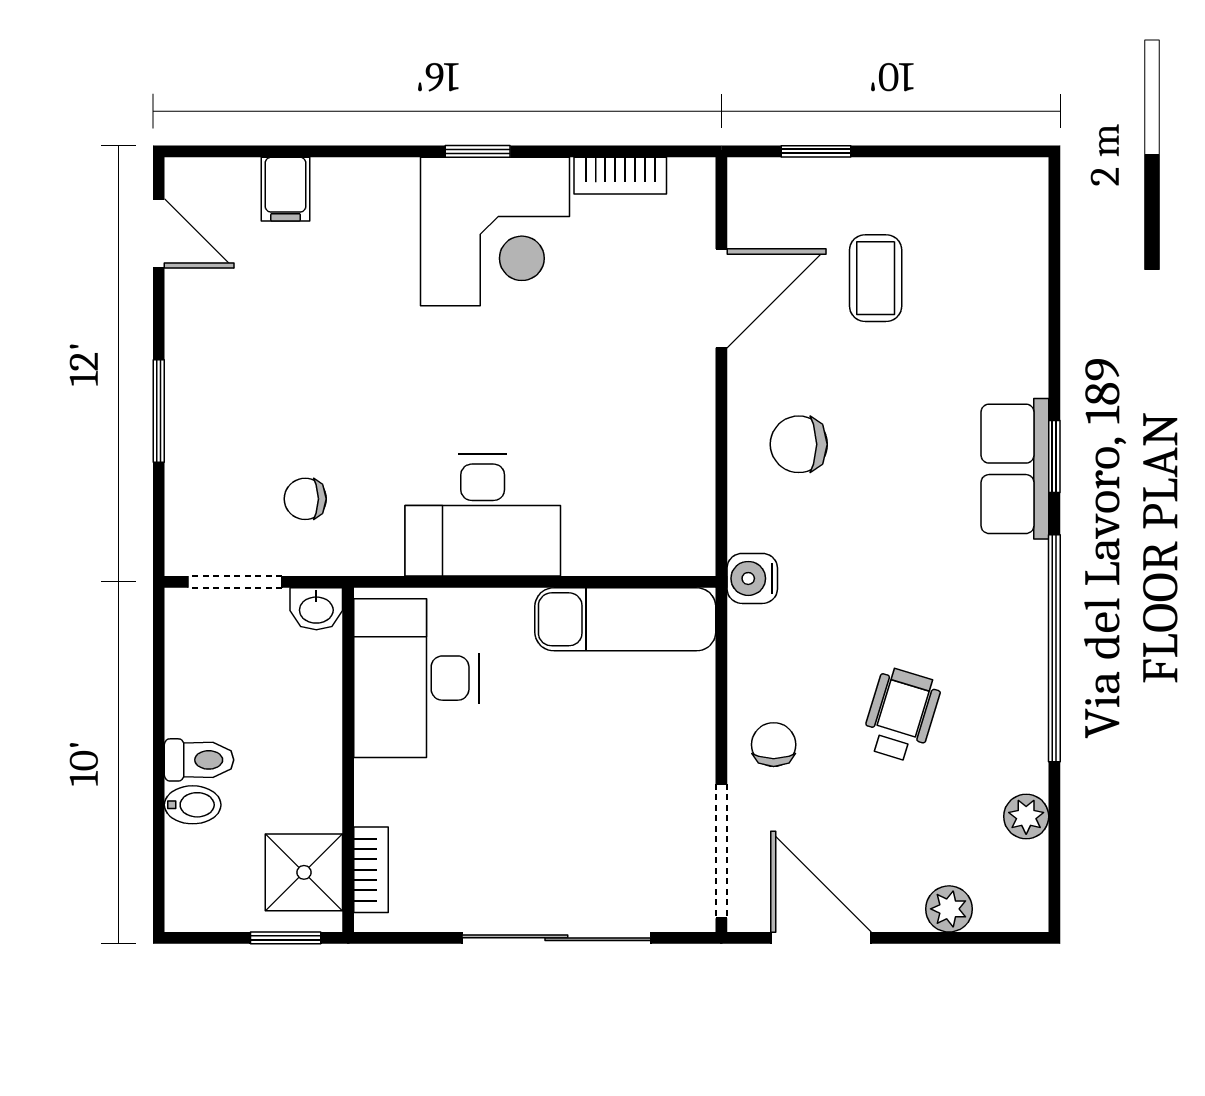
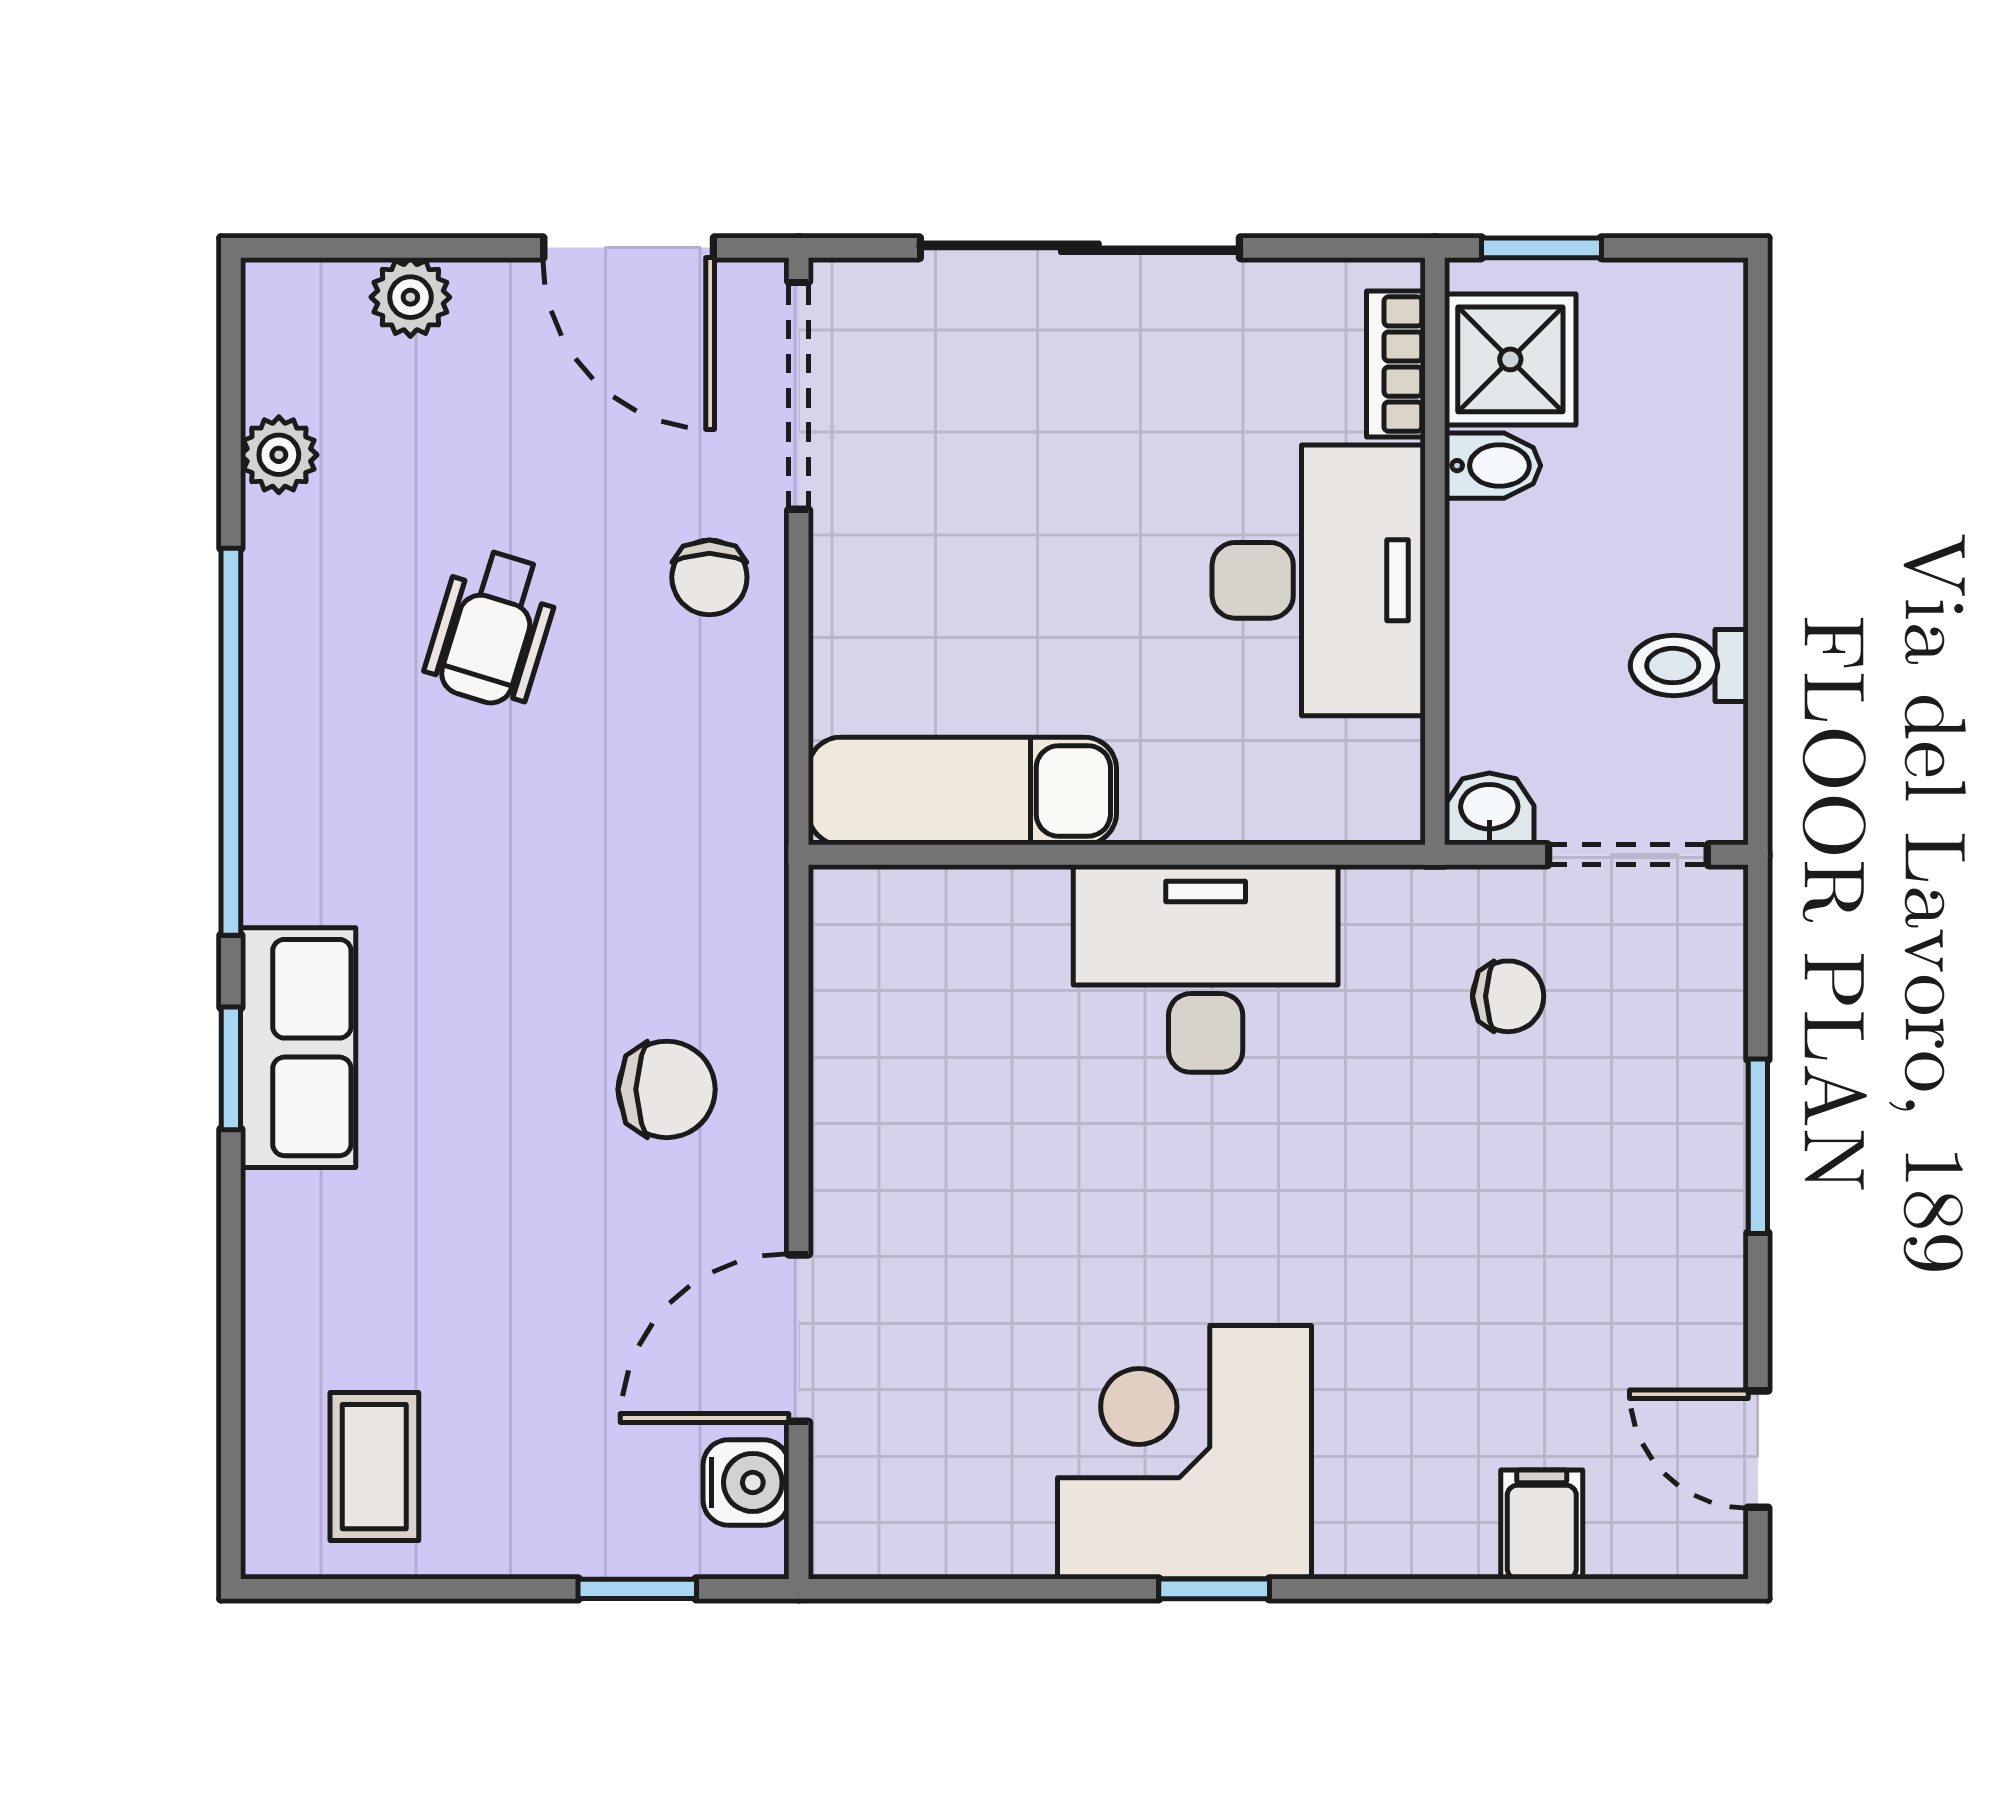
bookcase: (620, 176) -> (971, 1548), removed
coffee table: (876, 278) -> (374, 1467), moved
water cooler: (752, 578) -> (746, 1482), moved
desk: (416, 678) -> (1319, 580), moved
toilet: (199, 760) -> (1689, 666), moved
bidet: (193, 805) -> (1493, 466), moved, turned 180

